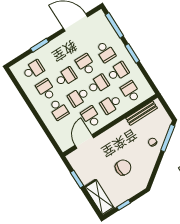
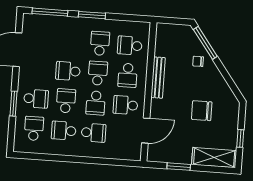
school desk: (105, 52) -> (36, 99), moved
bench: (142, 113) -> (158, 78), moved
door: (84, 141) -> (146, 131), swing flipped
chair: (123, 167) -> (202, 111), turned -90

